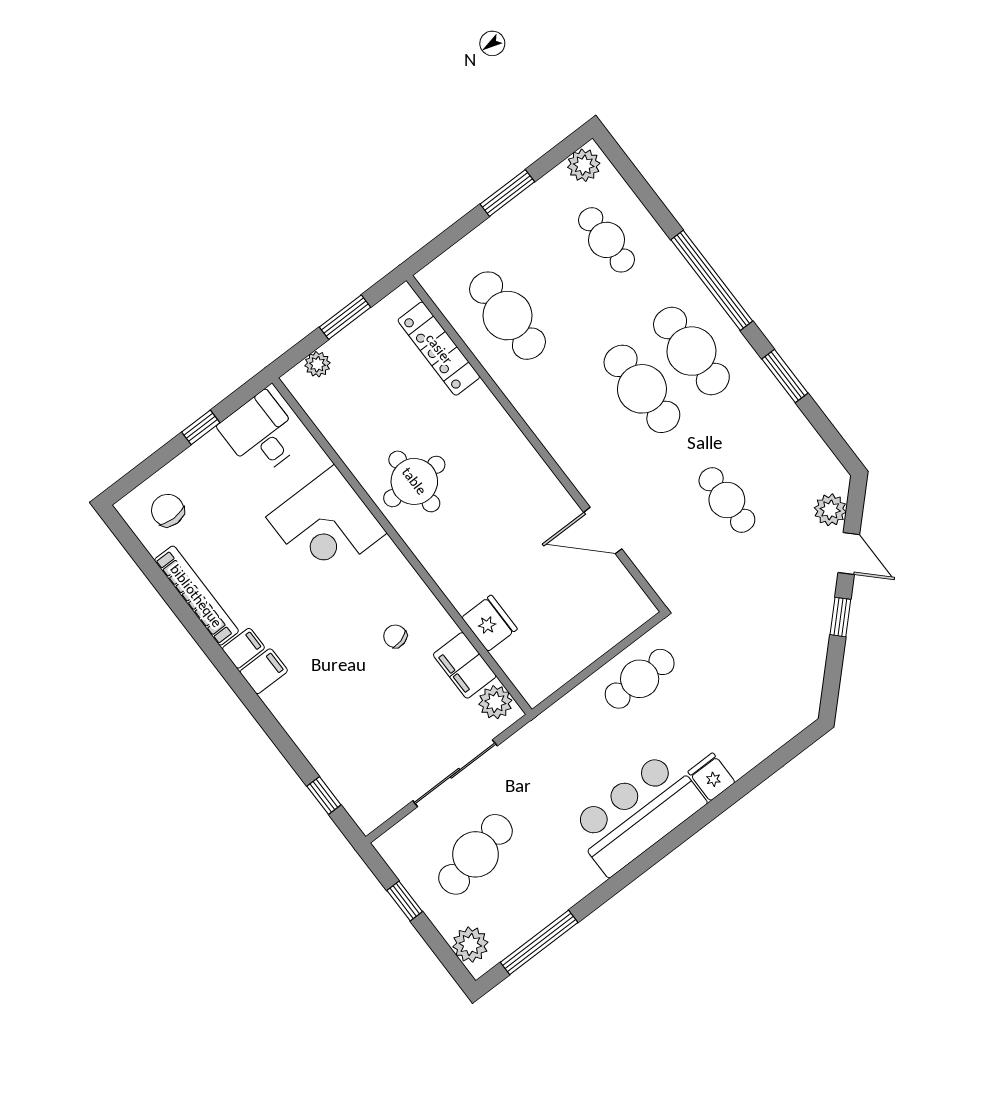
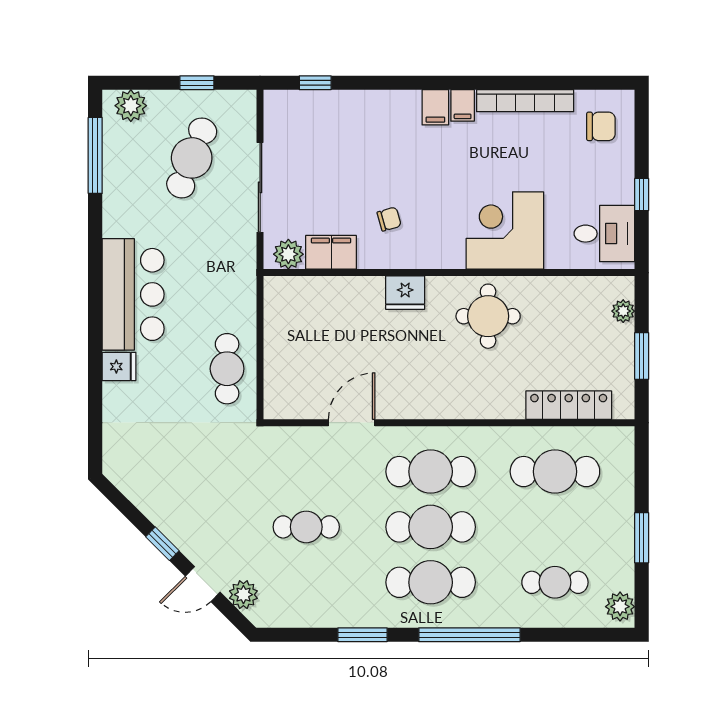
cafe table: (592, 427) -> (431, 472), added
fridge: (489, 623) -> (405, 293), moved
cafe table: (475, 854) -> (192, 158), turned 34

